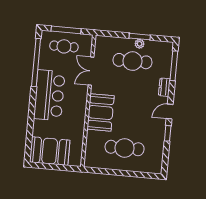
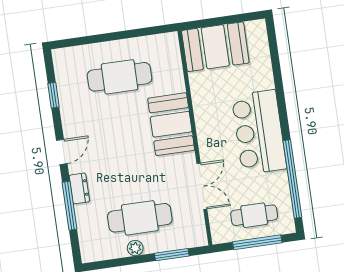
window: (140, 37) -> (172, 255), moved
window: (174, 66) -> (69, 206), moved
window: (168, 133) -> (54, 95), moved
booth: (50, 151) -> (215, 47), moved

